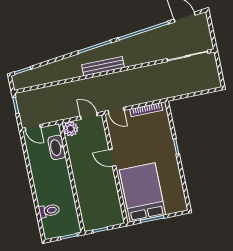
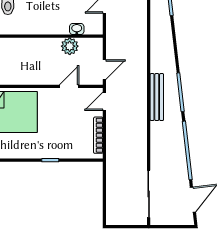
plant: (71, 129) -> (70, 46), moved
washbasin: (57, 147) -> (77, 29), width x0.52, depth x0.69
door: (112, 158) -> (69, 86), moved

